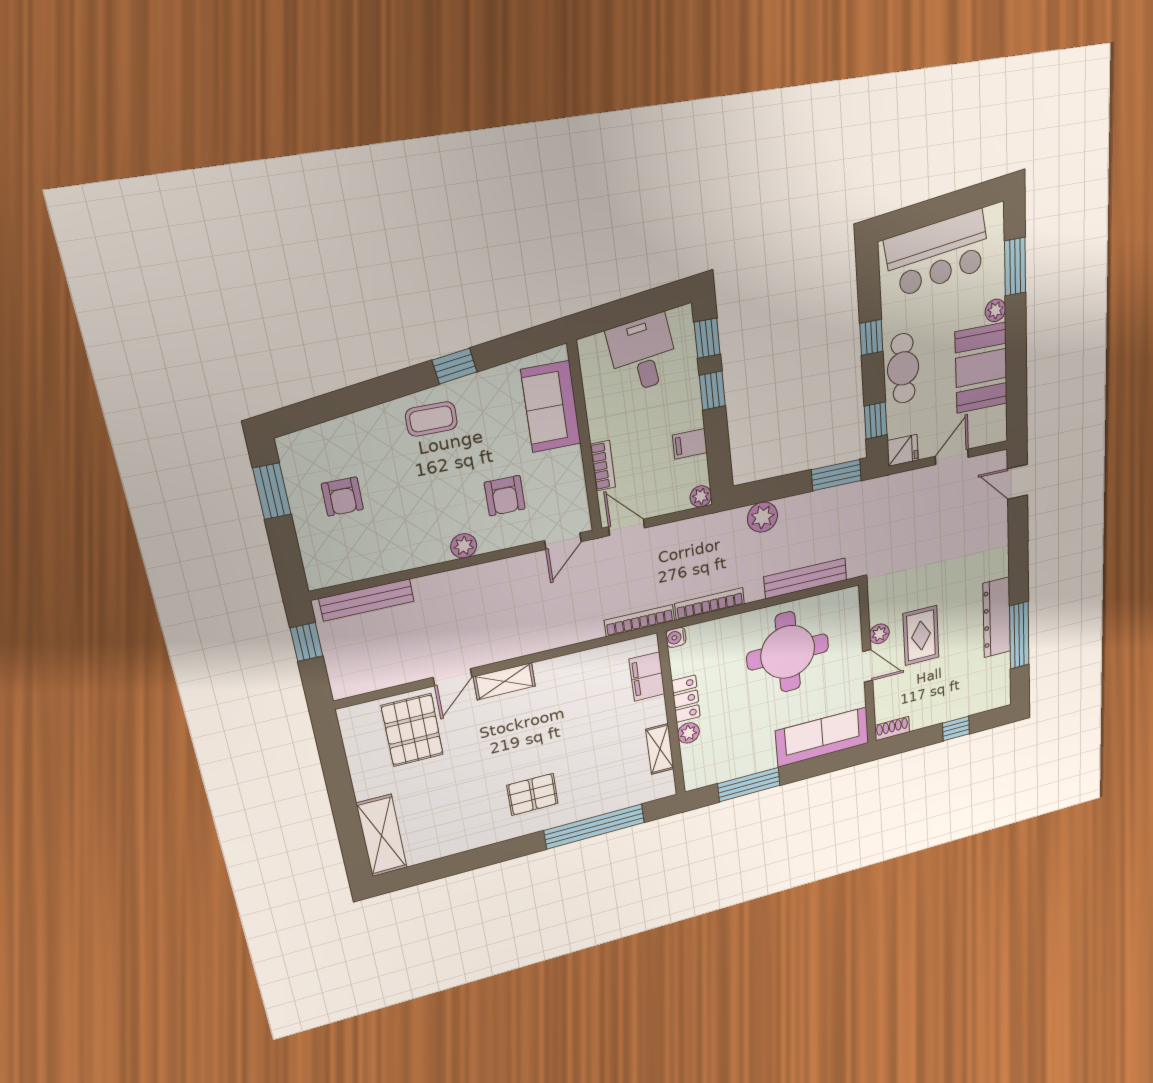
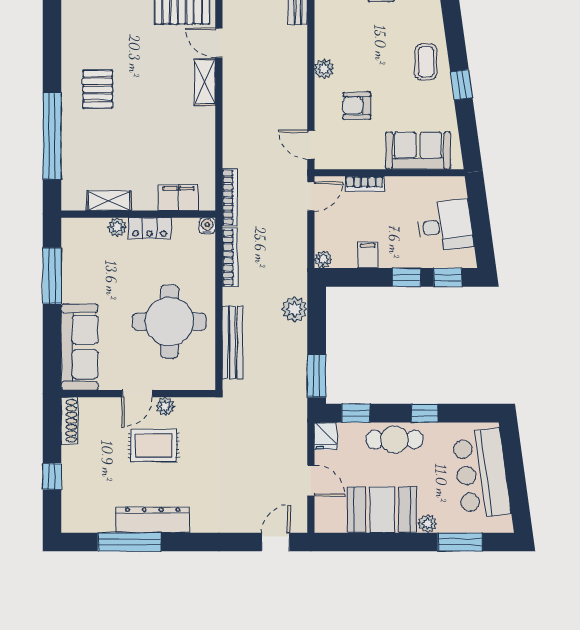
shoe rack: (892, 729) -> (69, 421), width x1.43

